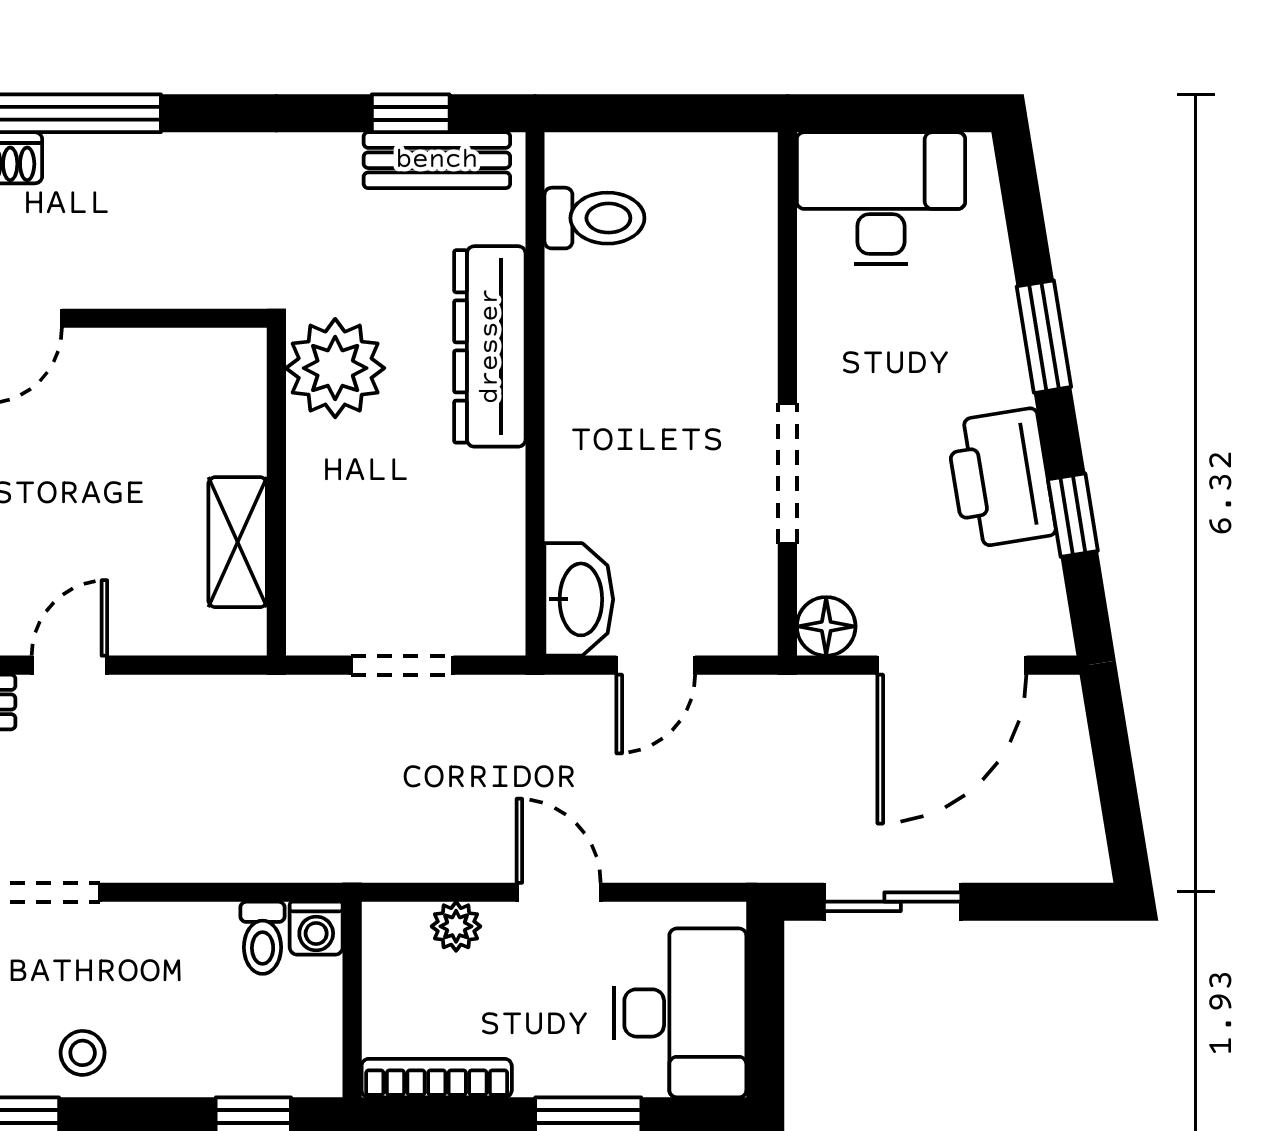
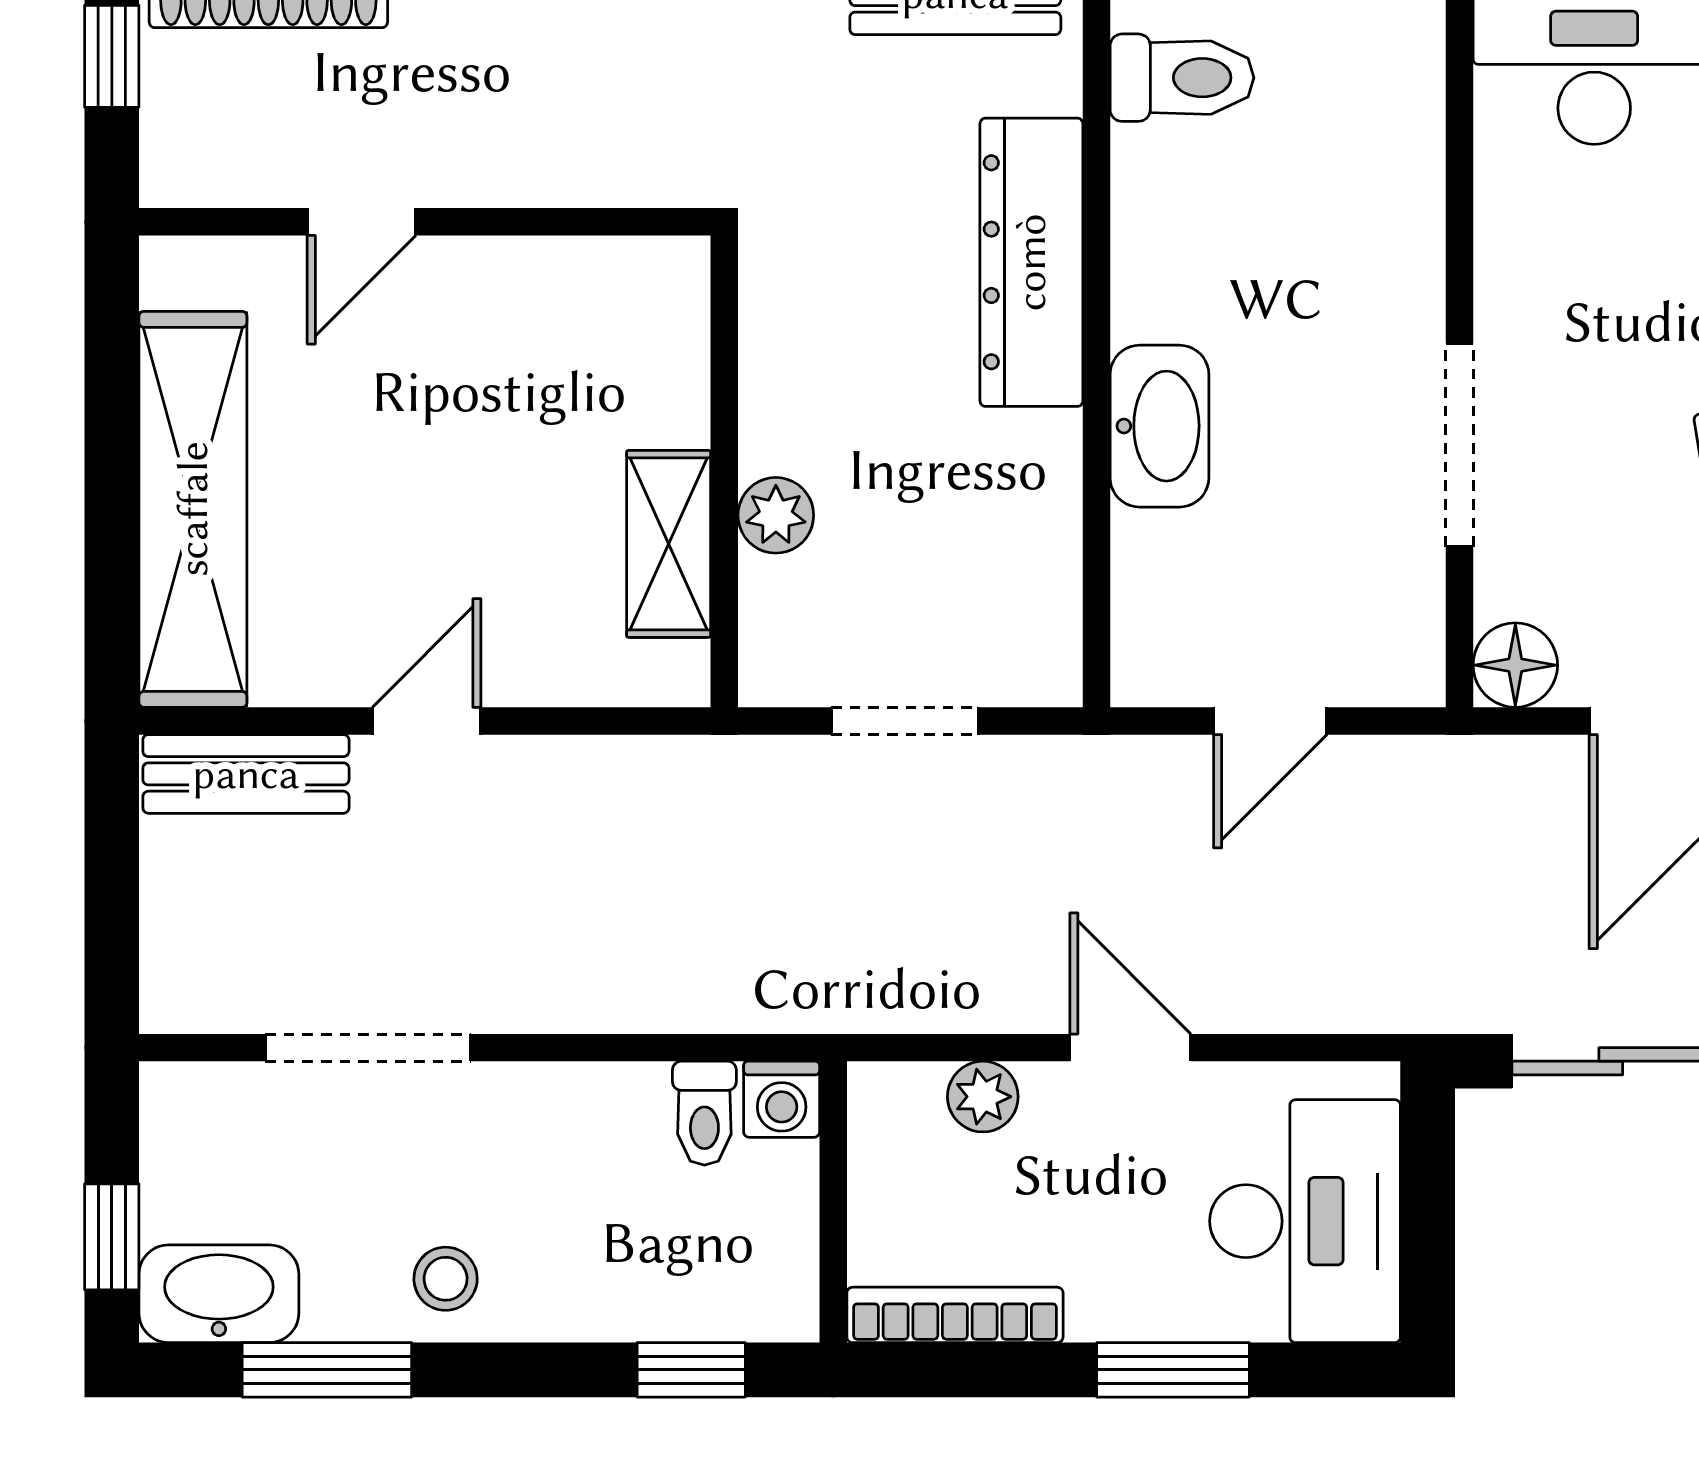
plant: (335, 368) -> (776, 515), moved, width x0.53, depth x0.53
washbasin: (579, 599) -> (1159, 426), moved

